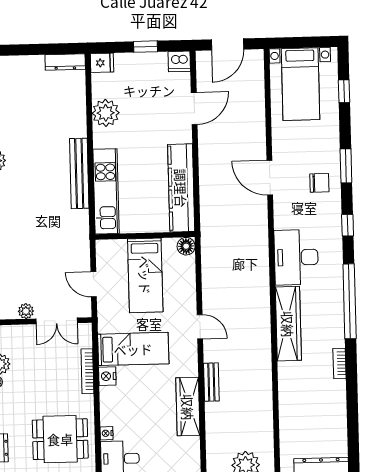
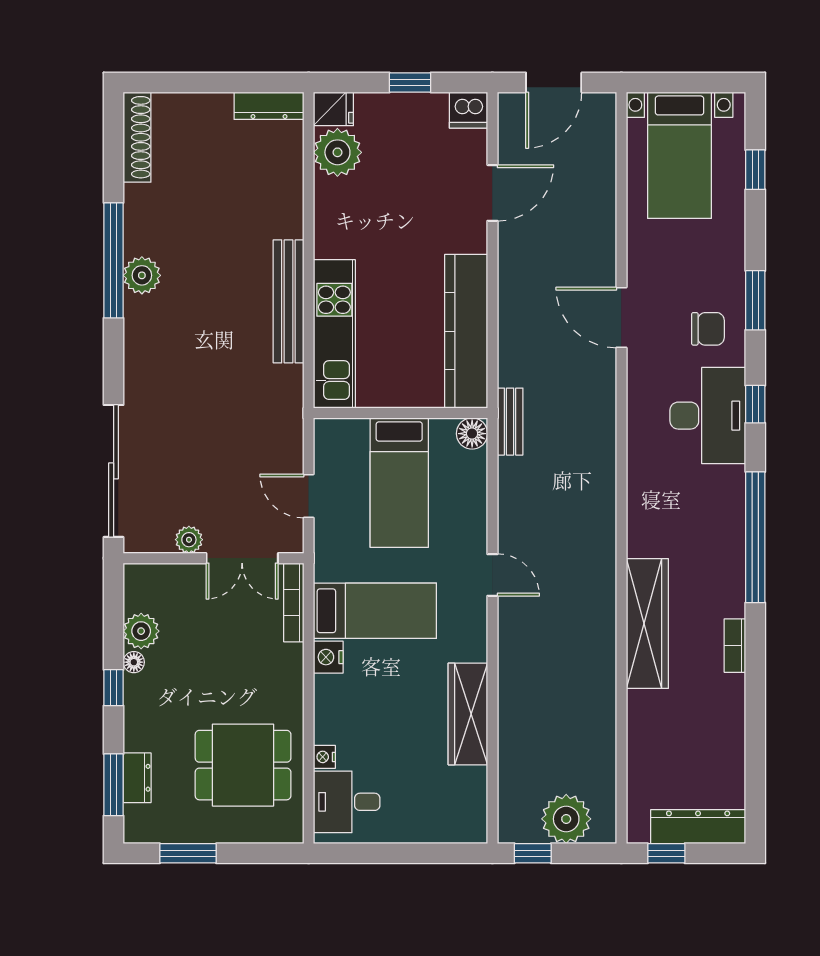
plant: (106, 113) -> (337, 152), moved
desk: (296, 257) -> (708, 416), moved, turned 180
wardrobe: (288, 324) -> (647, 624), moved
bookcase: (87, 371) -> (294, 602), moved
bench: (211, 382) -> (510, 422), moved

